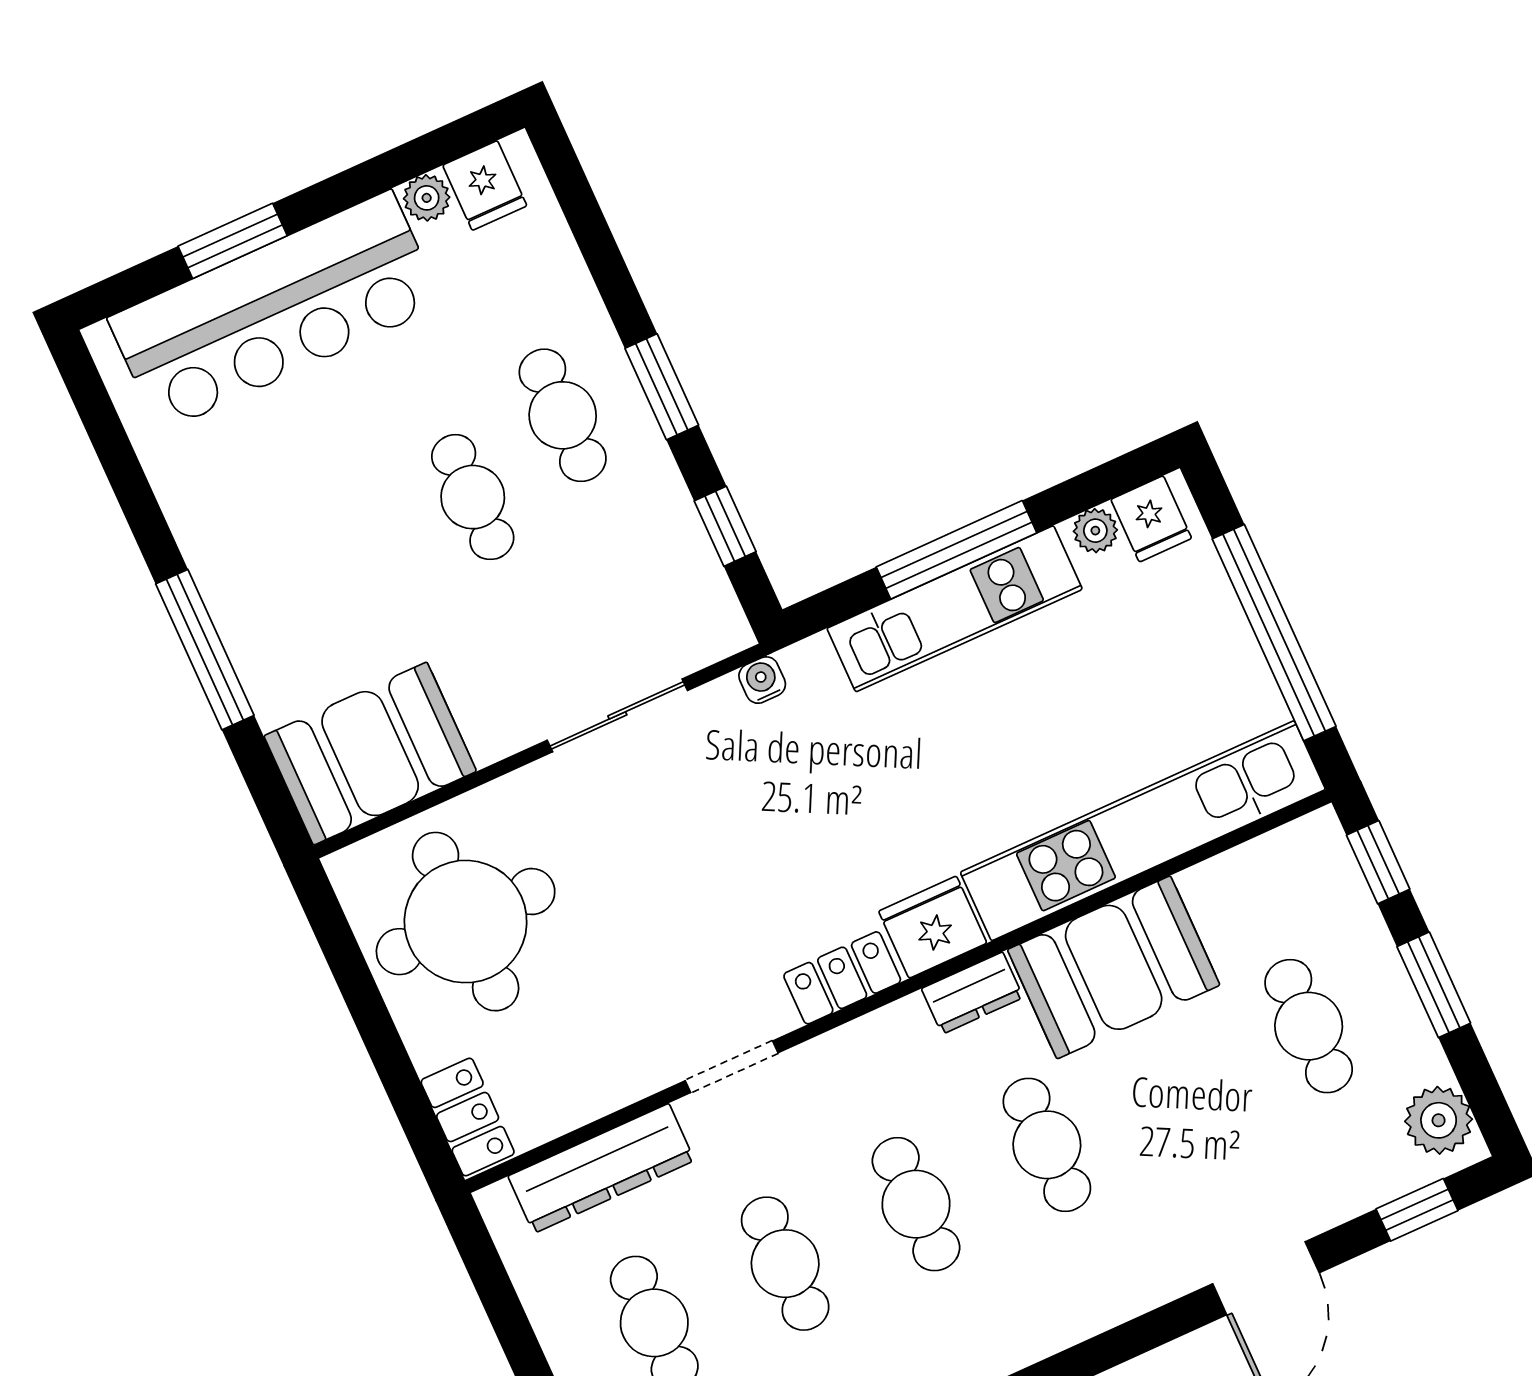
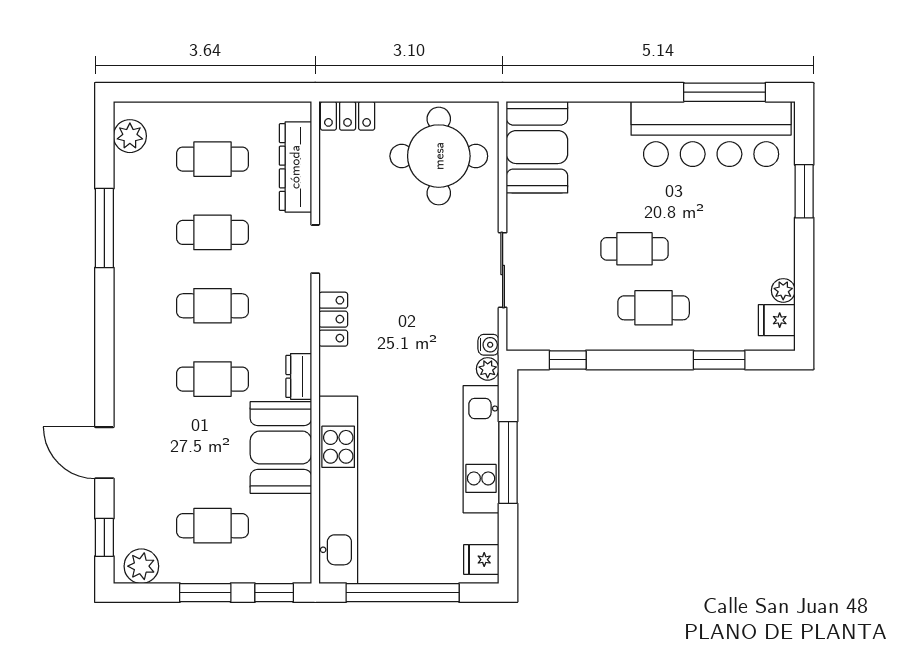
bar counter: (275, 311) -> (711, 134), moved, turned -90
window: (662, 387) -> (719, 360), moved
plant: (1095, 531) -> (488, 369), moved
window: (205, 650) -> (725, 92), moved
fridge: (933, 927) -> (338, 372), removed

